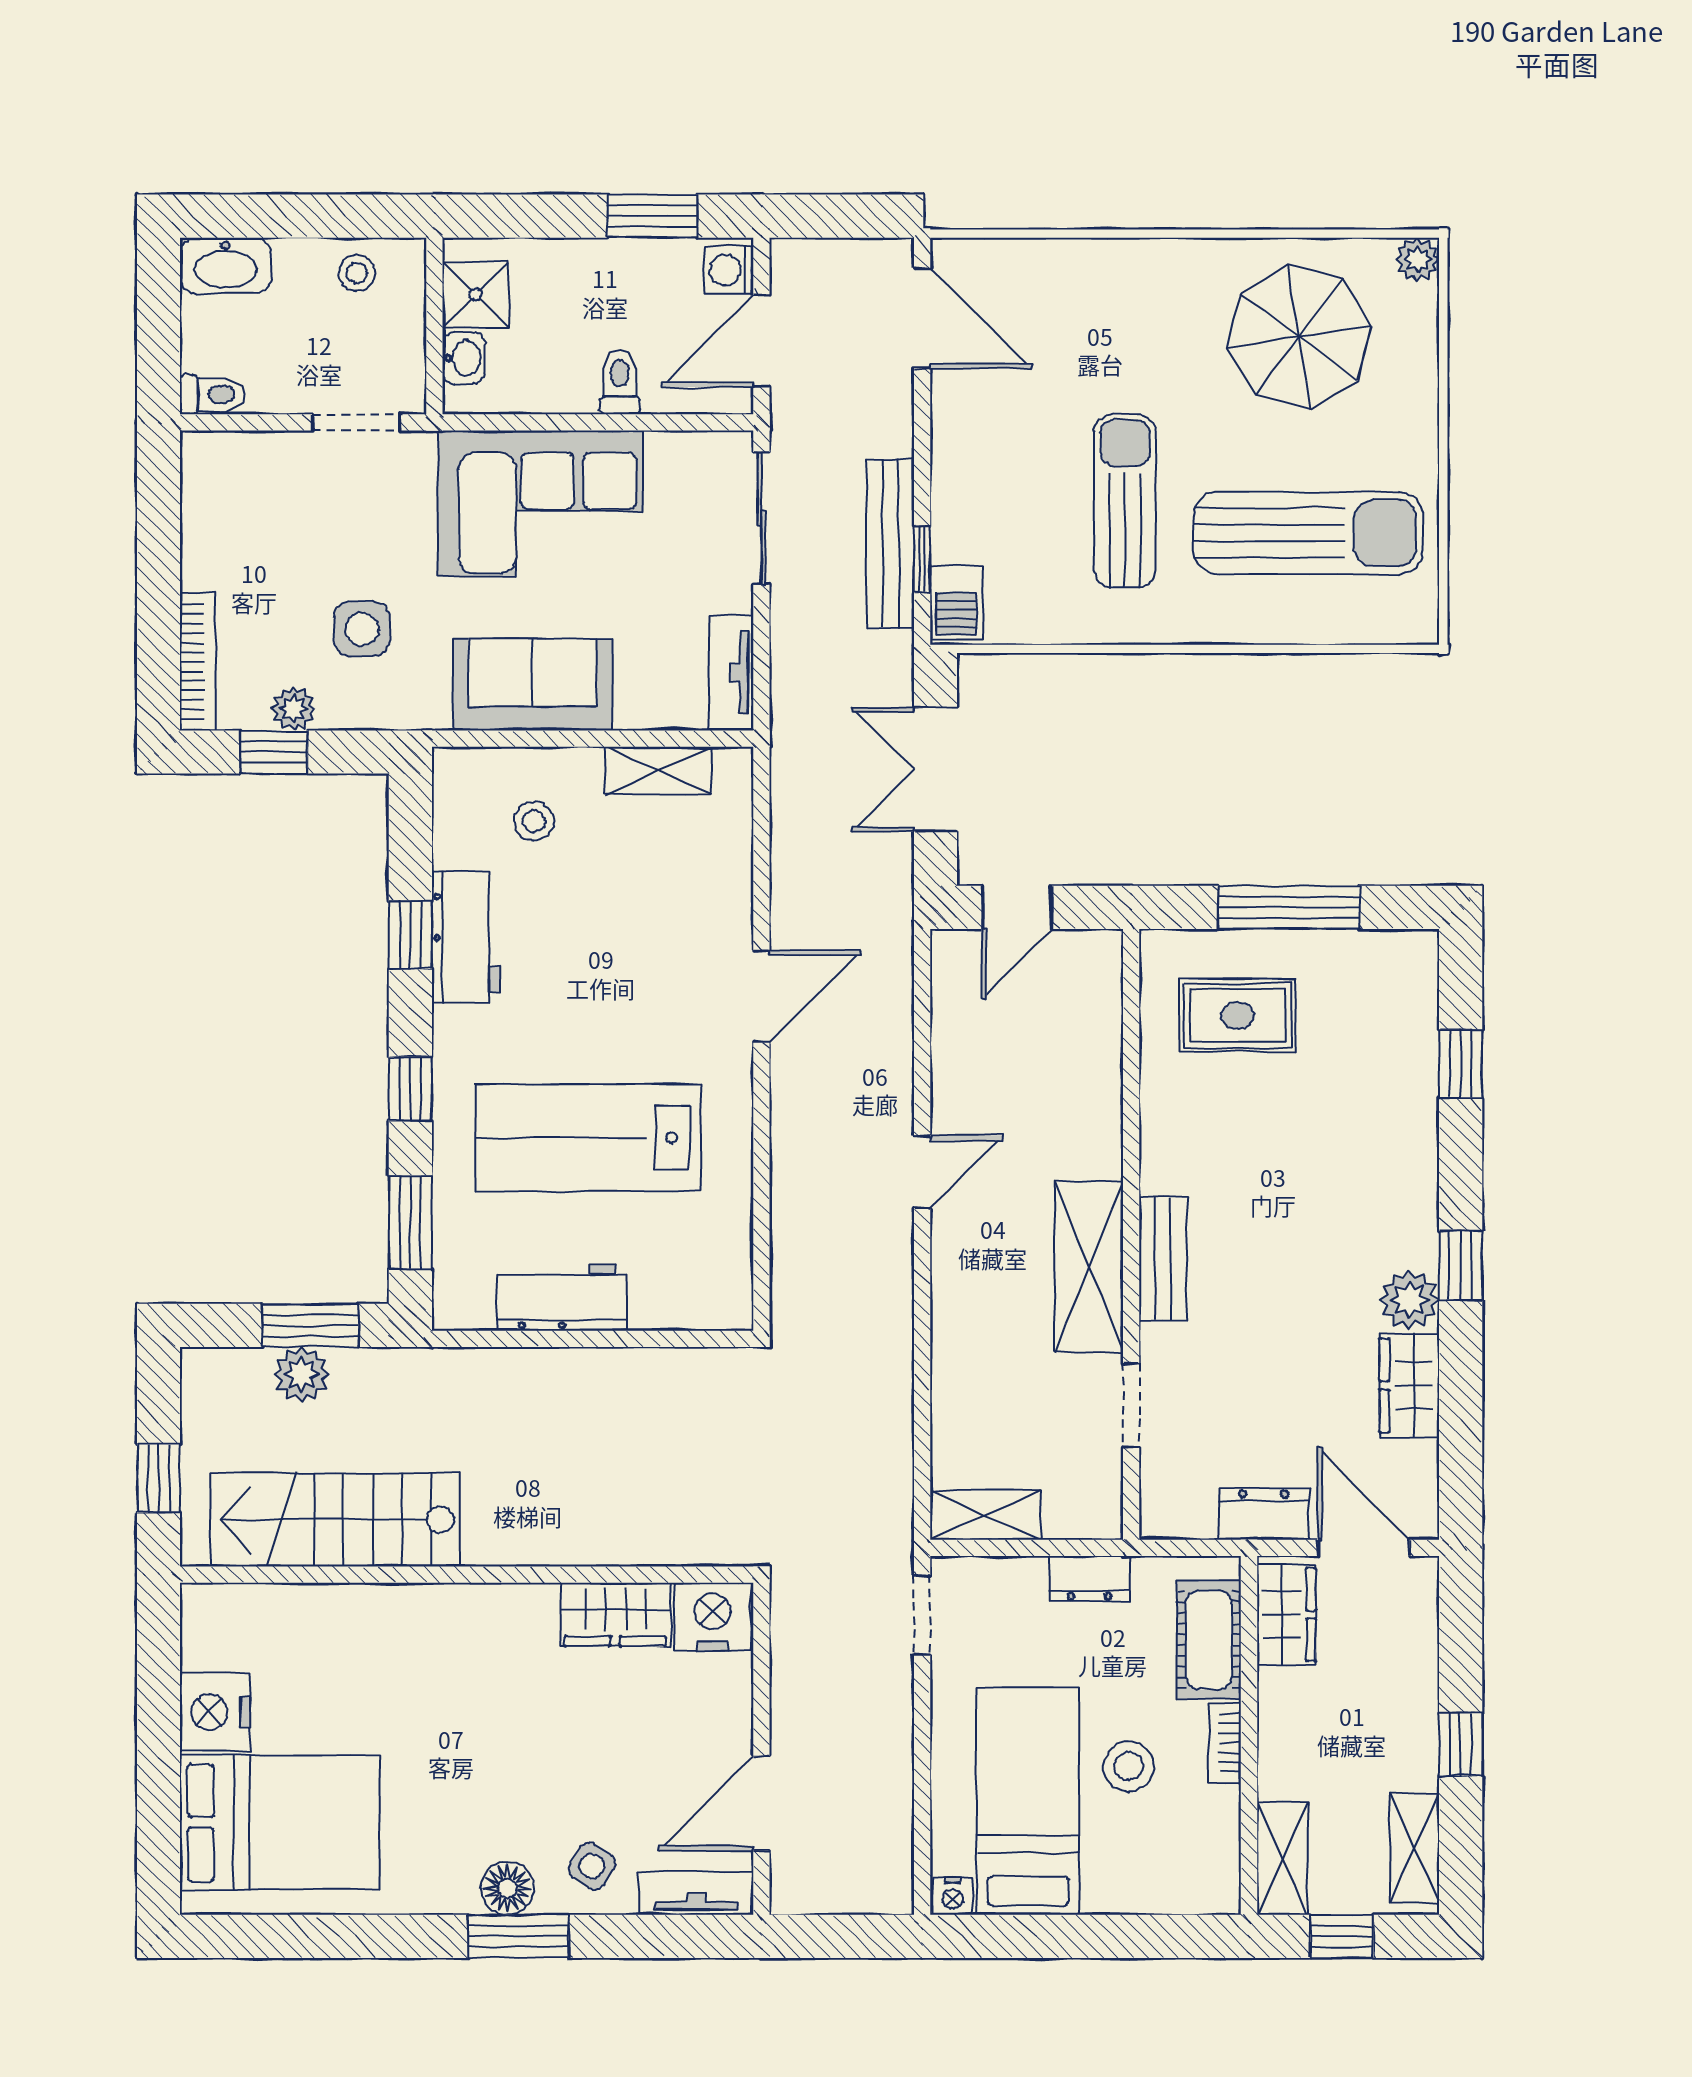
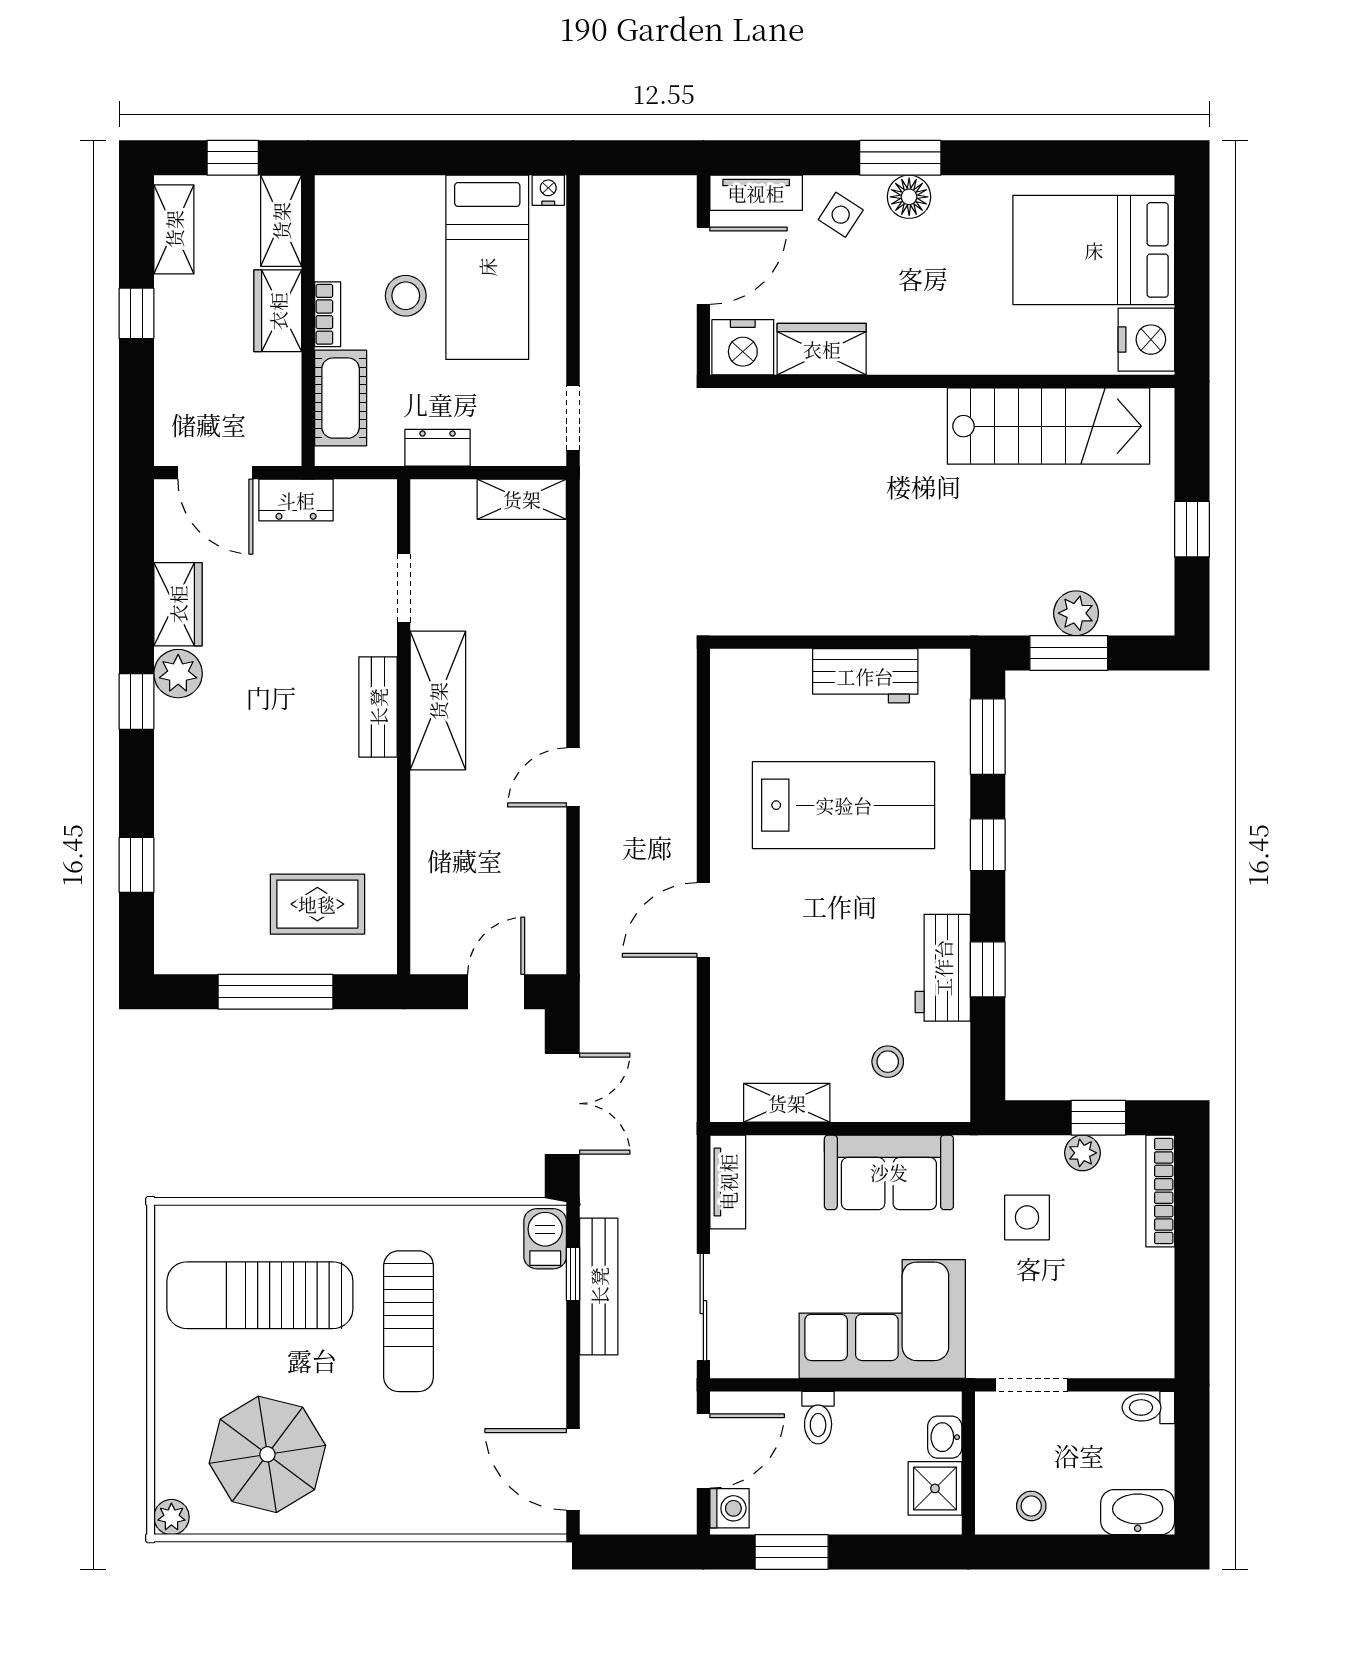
stairs: (336, 1520) -> (1048, 426), moved
wall: (467, 1575) -> (942, 381), moved
wardrobe: (615, 1614) -> (822, 349), moved
wardrobe: (1286, 1614) -> (278, 311), moved
nightstand: (713, 1617) -> (743, 347), moved

